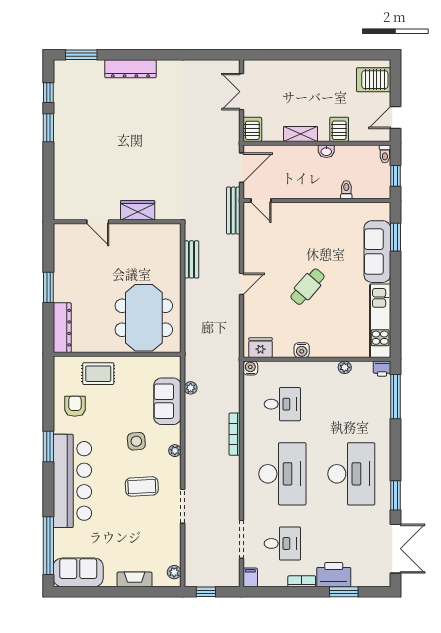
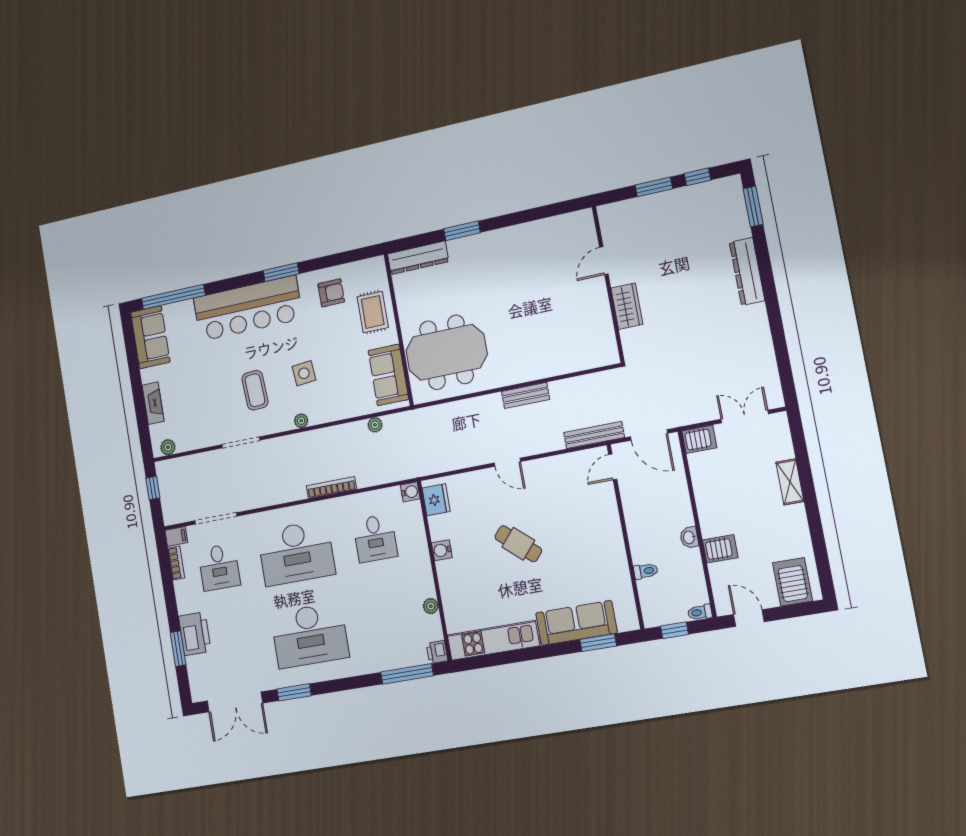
shelving: (301, 134) -> (790, 482), moved
wardrobe: (138, 210) -> (627, 306), moved
door: (98, 222) -> (604, 261), moved
wall: (117, 222) -> (608, 284), moved
sofa: (167, 401) -> (388, 375), moved, turned -90
bookcase: (302, 581) -> (176, 563), moved

